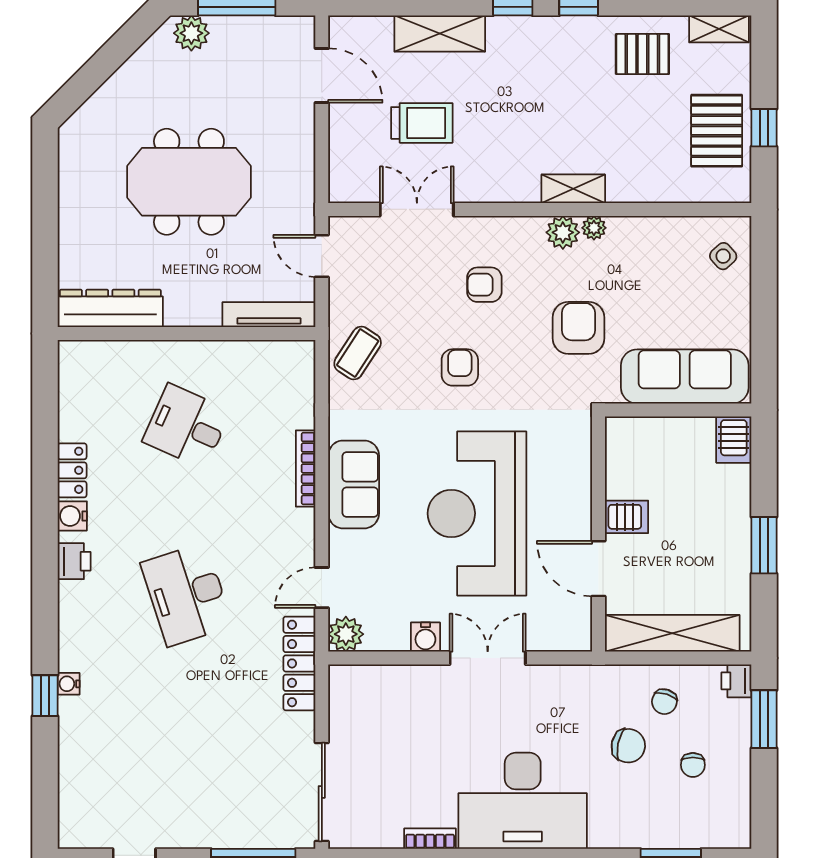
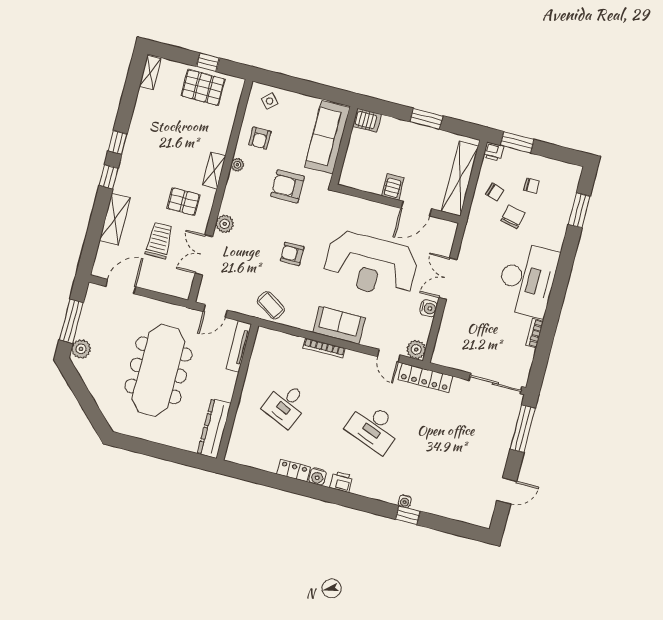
pallet: (642, 54) -> (183, 202), moved, turned 90
meeting table: (189, 182) -> (158, 370), width x1.36
plant: (563, 232) -> (225, 224), moved
armchair: (484, 285) -> (260, 138), moved
desk: (187, 594) -> (374, 427), turned 39

